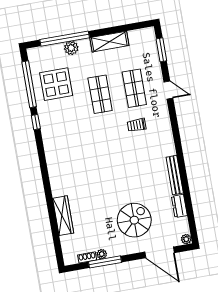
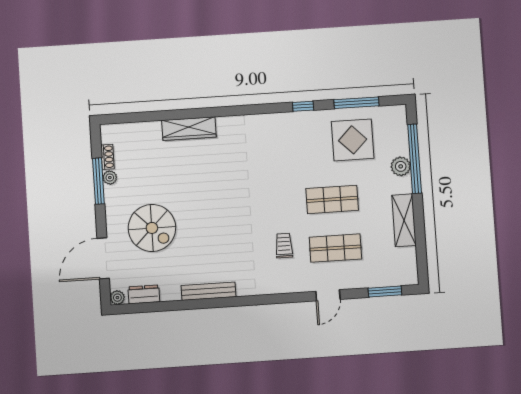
window: (29, 84) -> (356, 103), width x0.68
dresser: (179, 206) -> (144, 294), moved
wardrobe: (63, 216) -> (189, 129), moved

